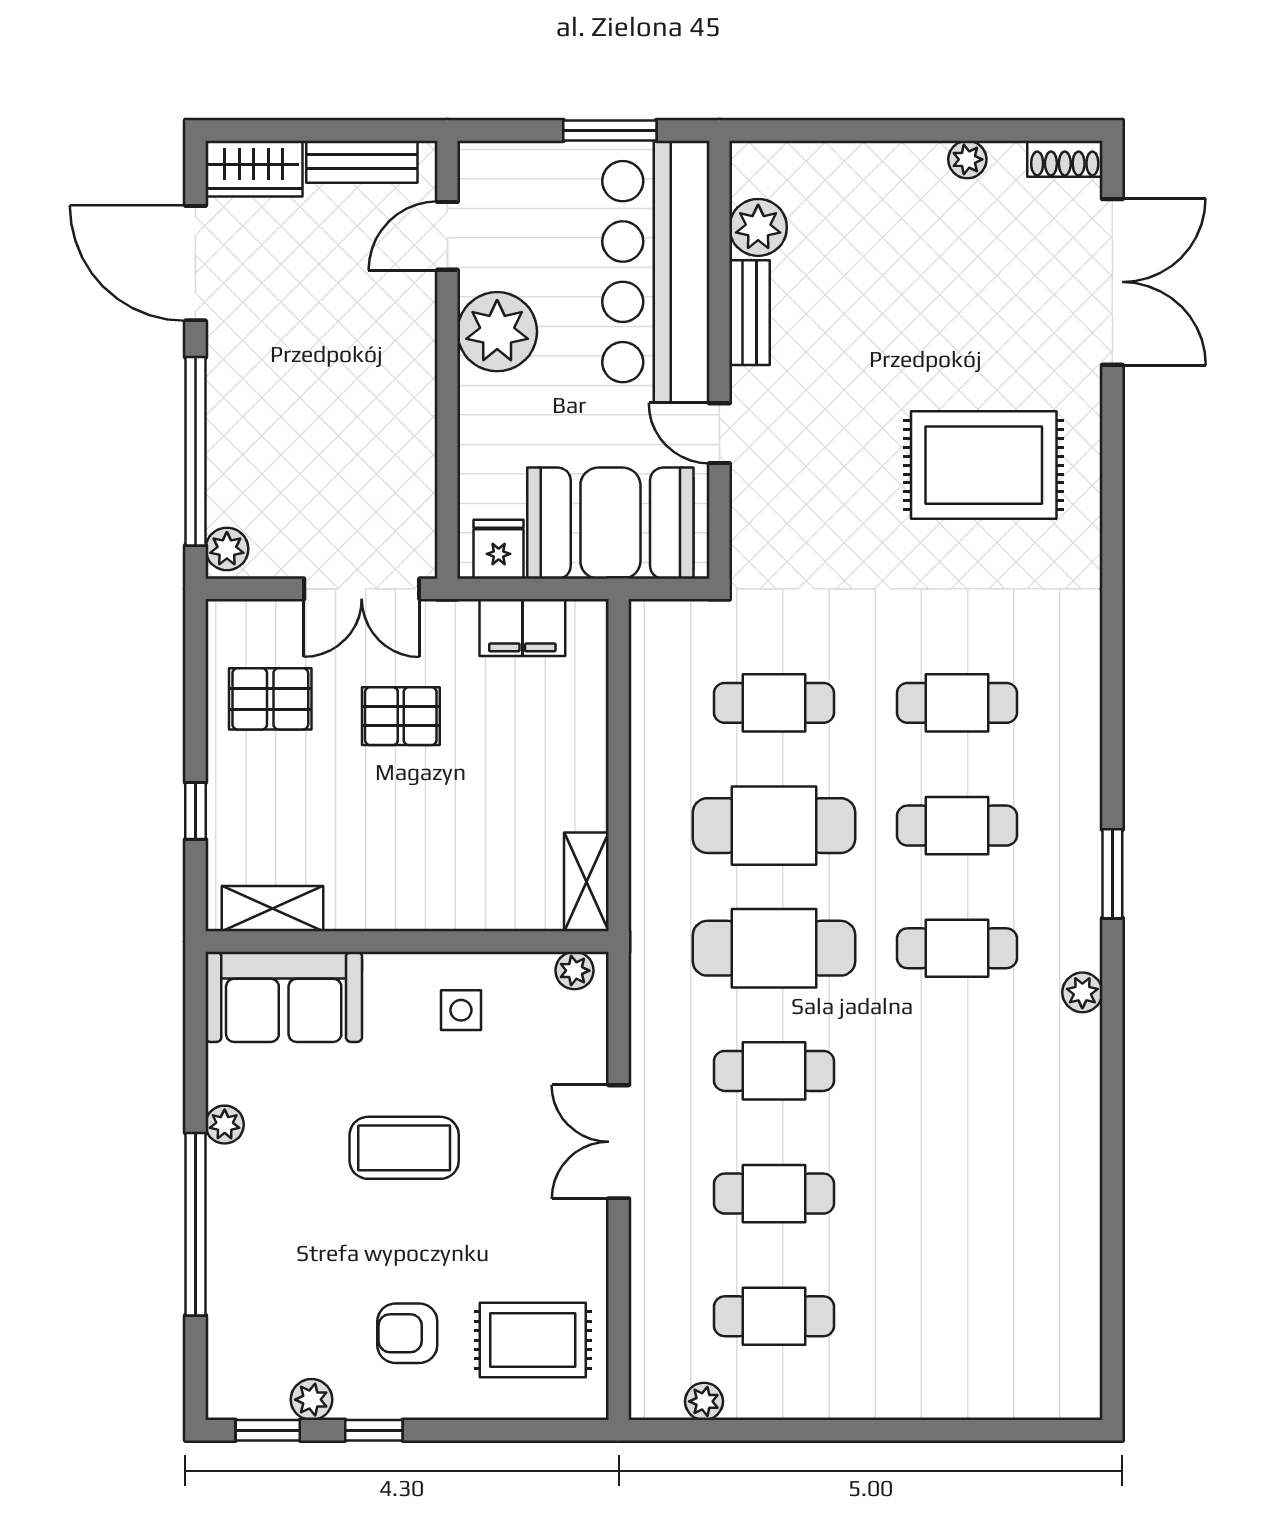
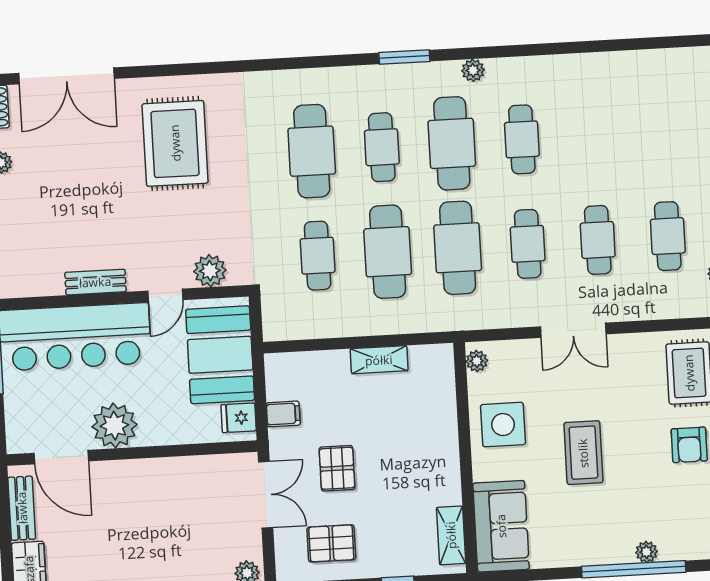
plant: (758, 227) -> (210, 271), moved
door: (447, 236) -> (61, 457), width x1.38
double door: (1112, 282) -> (66, 76), swing flipped
filing cabinet: (522, 627) -> (283, 414), width x0.50
pallet: (270, 699) -> (331, 543), turned 90
cafe table: (957, 703) -> (312, 151), width x1.37, depth x1.35
shelving: (586, 882) -> (379, 360), moved
cafe table: (957, 948) -> (452, 143), width x1.37, depth x1.35
side table: (461, 1010) -> (503, 425), width x1.87, depth x1.87
cafe table: (957, 1071) -> (522, 139), added
plant: (225, 1125) -> (646, 552), moved

